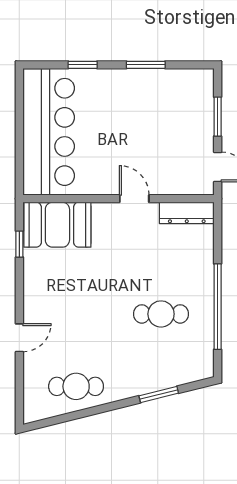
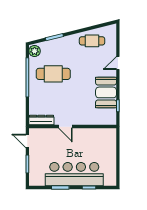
bar counter: (49, 132) -> (74, 174), moved, turned 90
booth: (57, 225) -> (106, 92), moved, turned 90
cafe table: (161, 314) -> (53, 74), width x1.37, depth x1.35
plant: (202, 364) -> (35, 51), added

